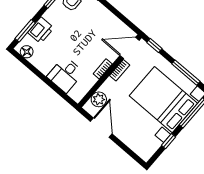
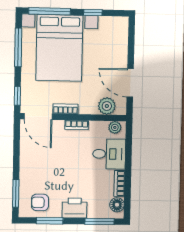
printer: (41, 30) -> (74, 208), moved
bookcase: (40, 65) -> (119, 183), added
plant: (80, 93) -> (115, 127), added
door: (101, 128) -> (130, 83), hinge flipped

